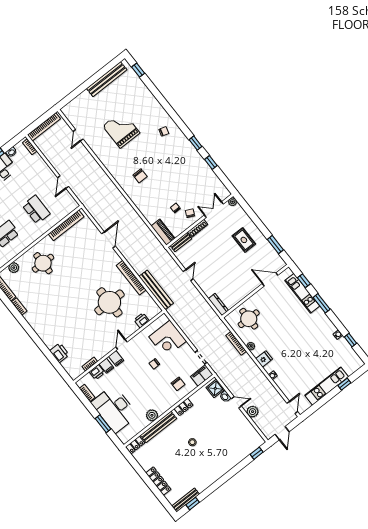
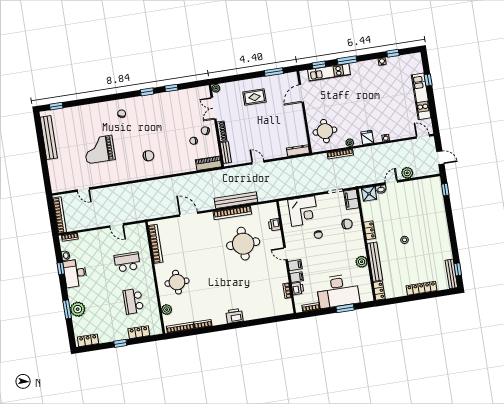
bench: (156, 290) -> (236, 200), moved
printer: (59, 353) -> (234, 316), moved

